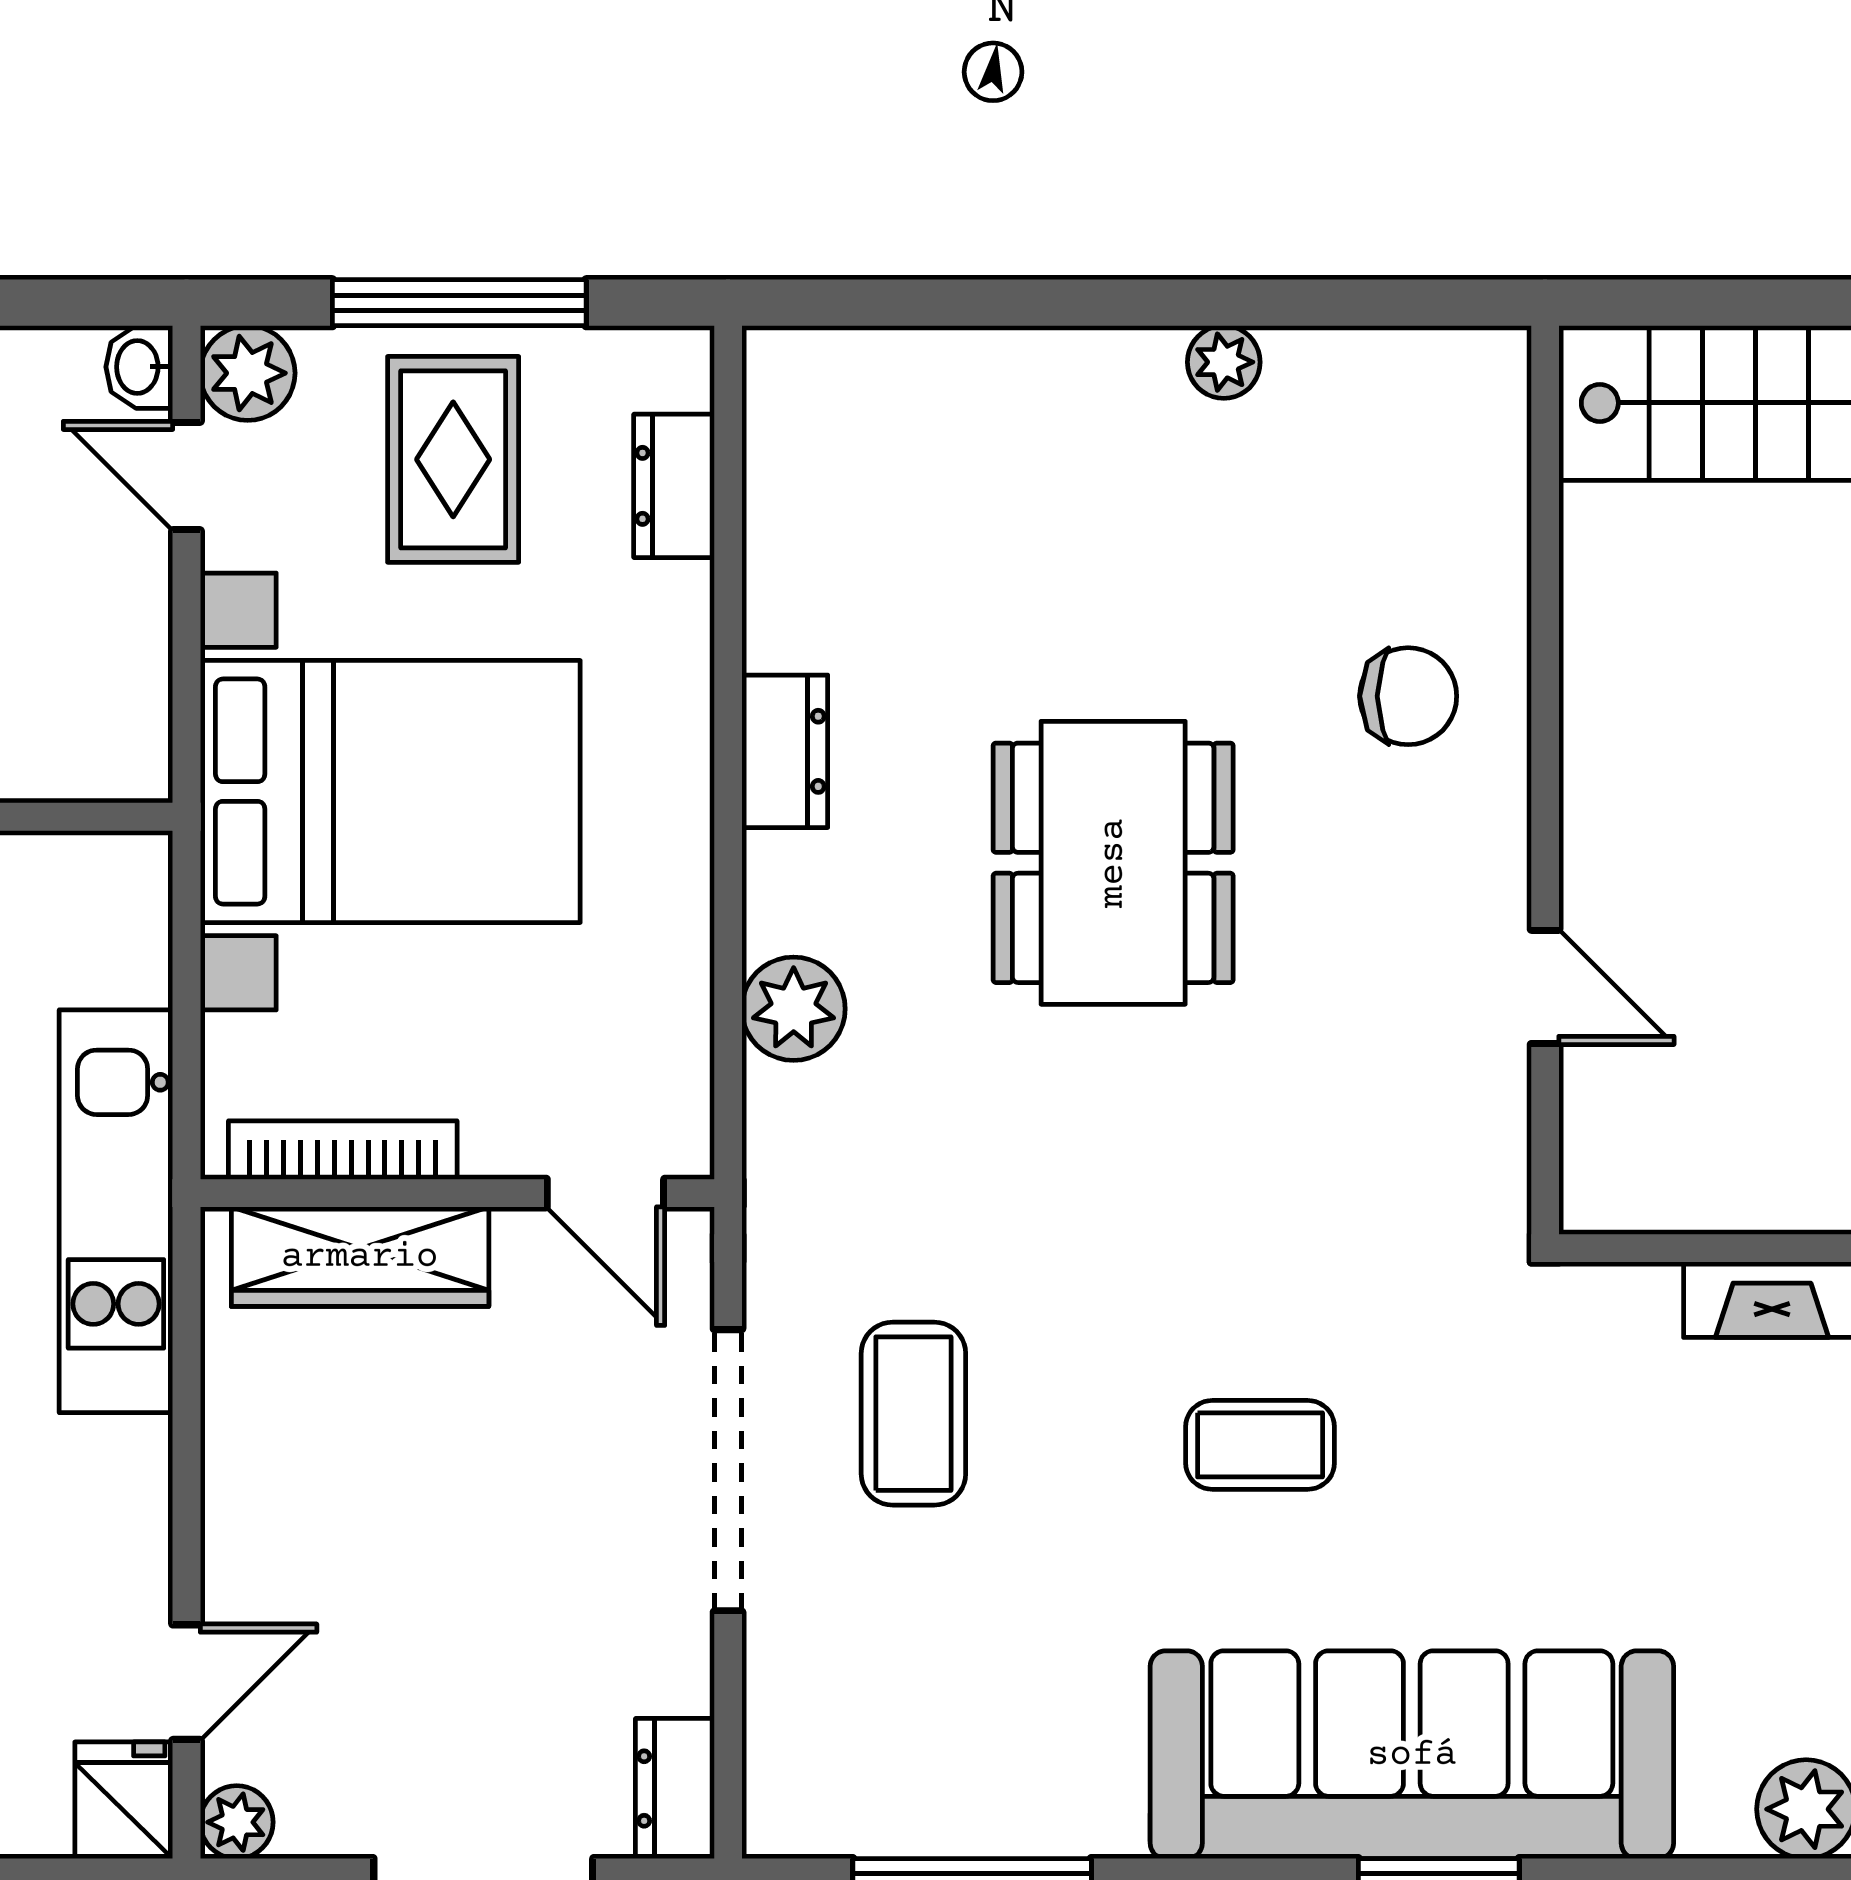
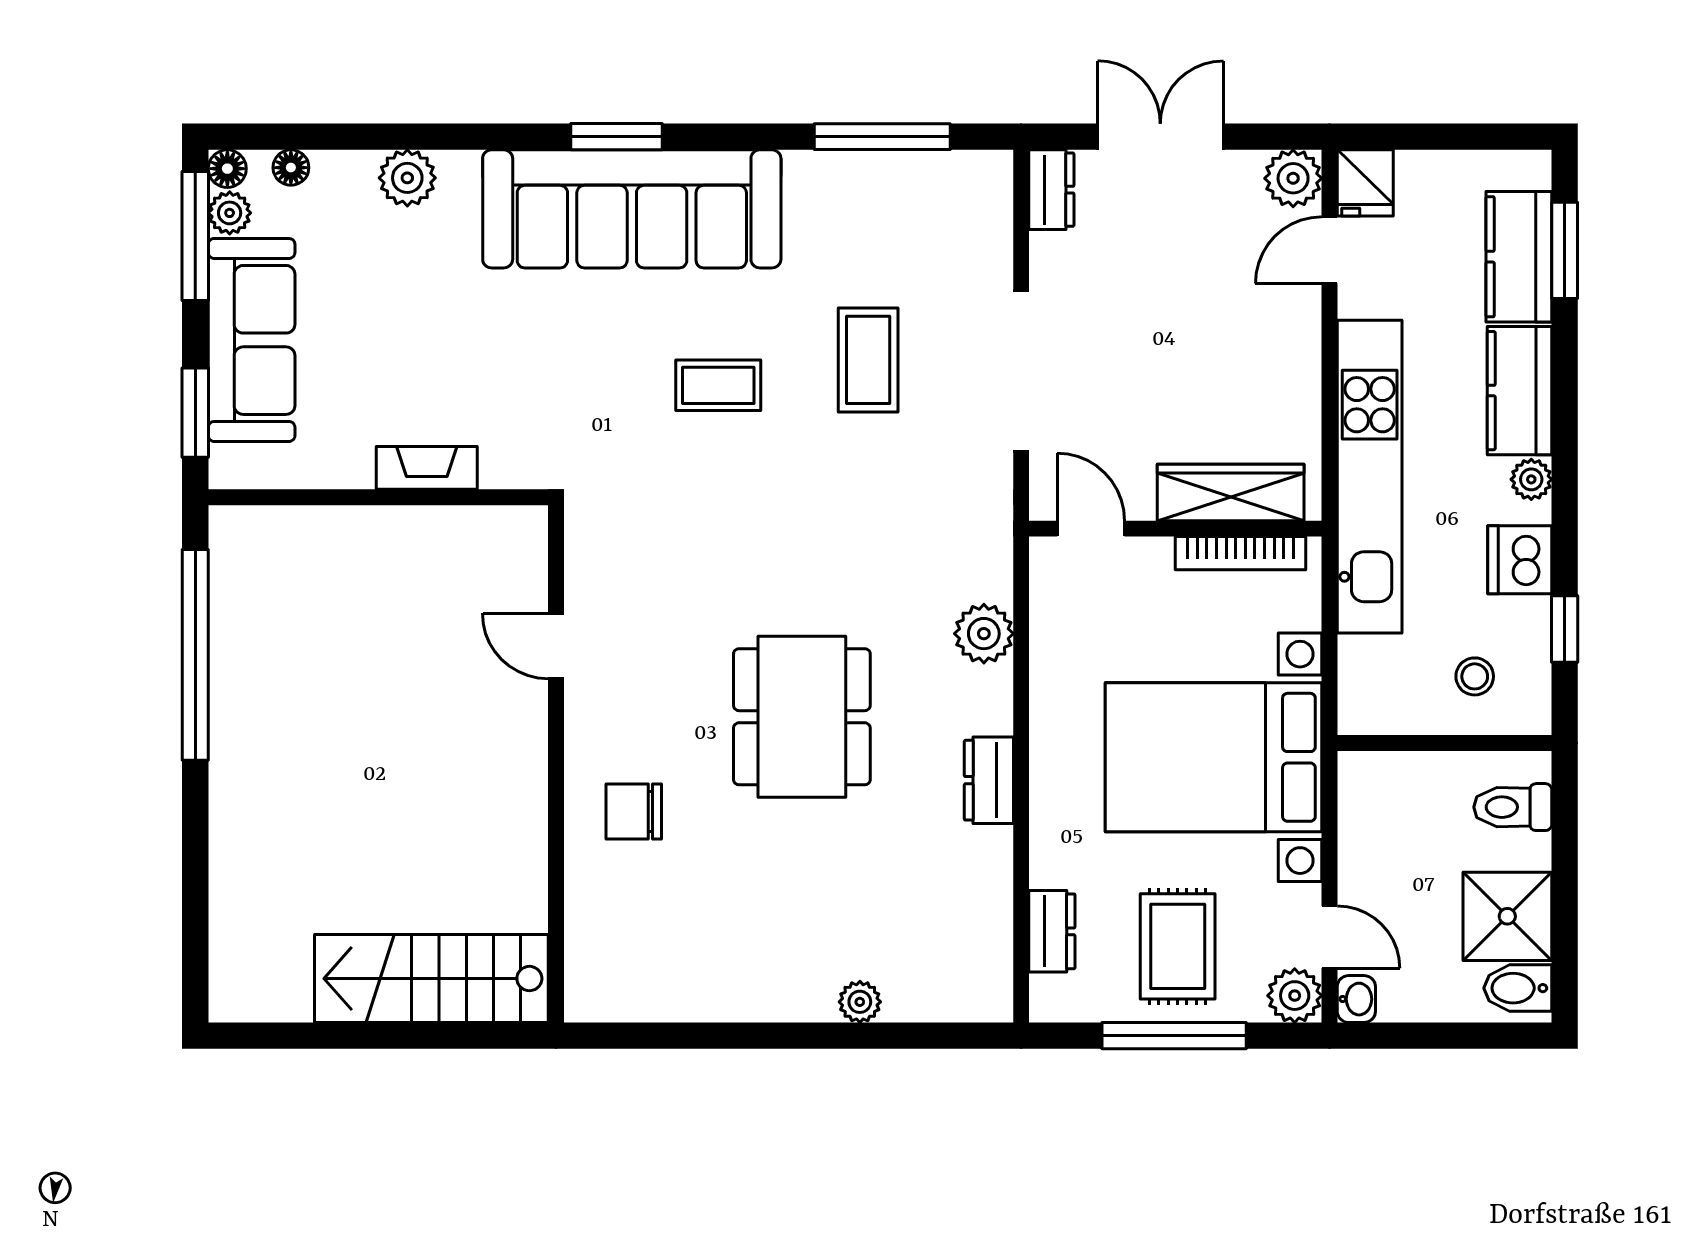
plant: (1224, 362) -> (860, 1002), moved
kitchen unit: (116, 1211) -> (1370, 477), width x1.36
coffee table: (913, 1414) -> (868, 360), moved
plant: (237, 1822) -> (1293, 178), width x1.38, depth x1.38

